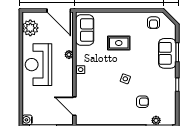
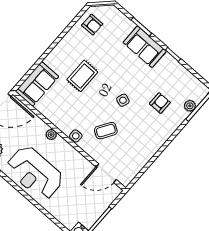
sofa: (85, 30) -> (37, 84), moved, turned 90
sofa: (167, 53) -> (145, 47), moved
coffee table: (99, 84) -> (106, 131), added

